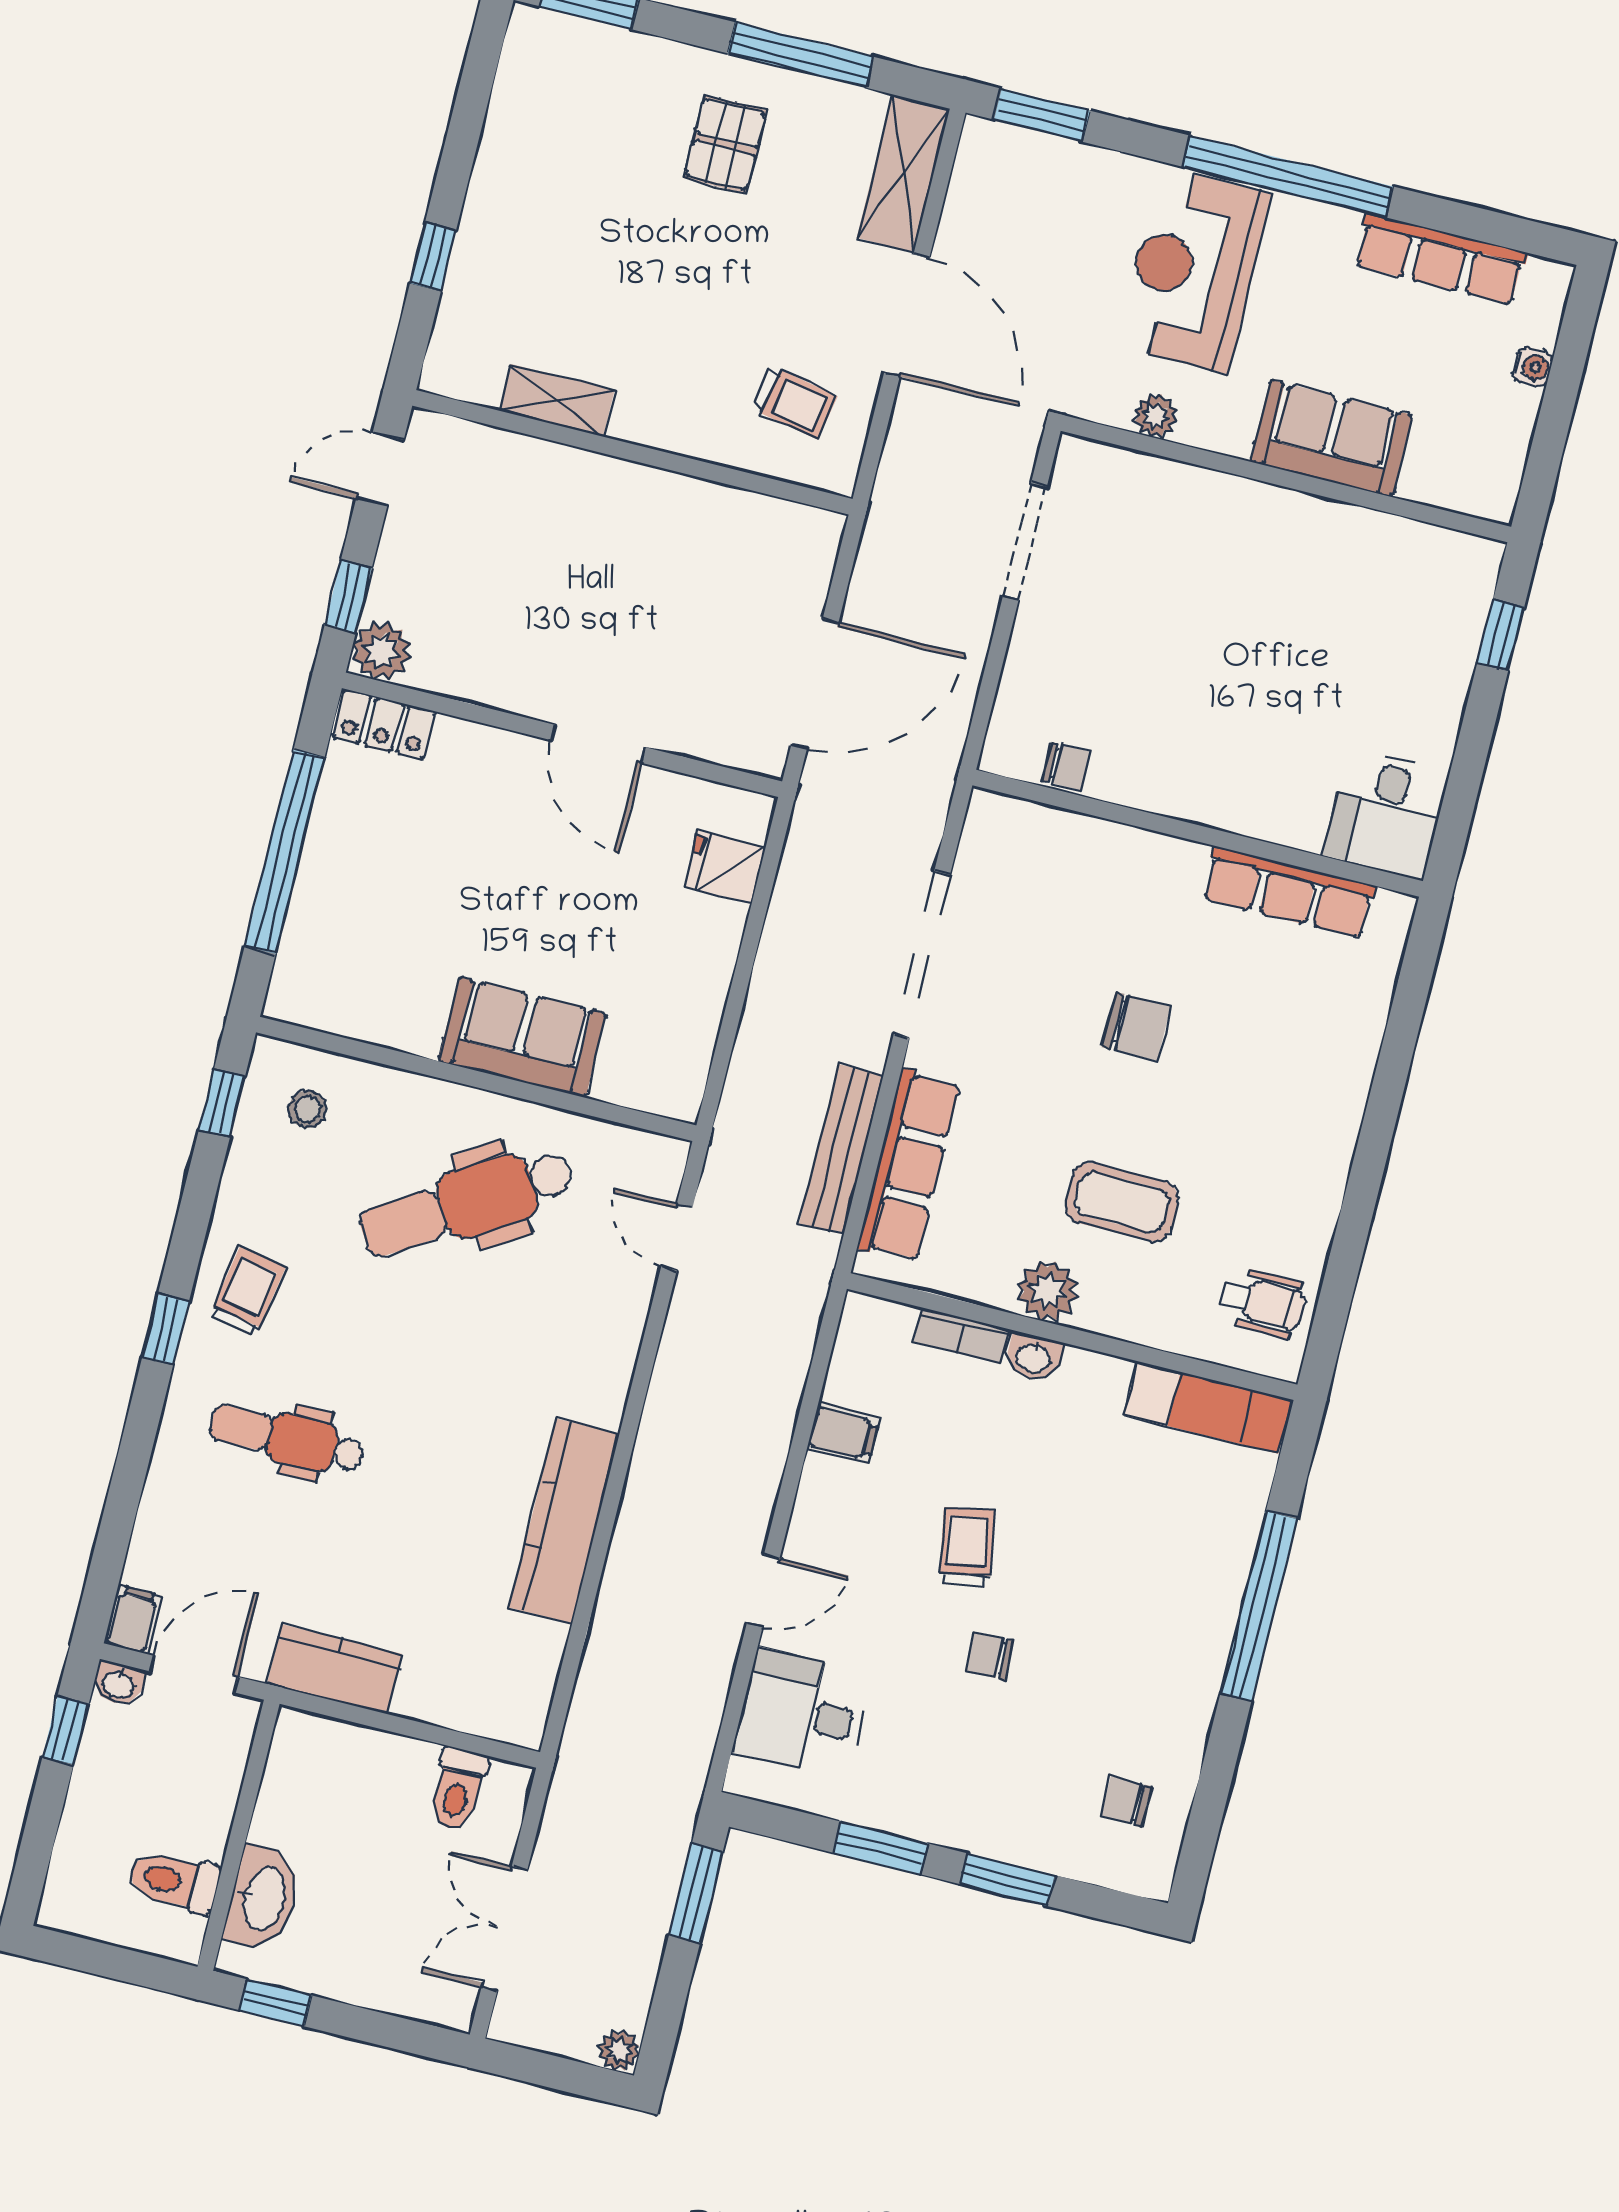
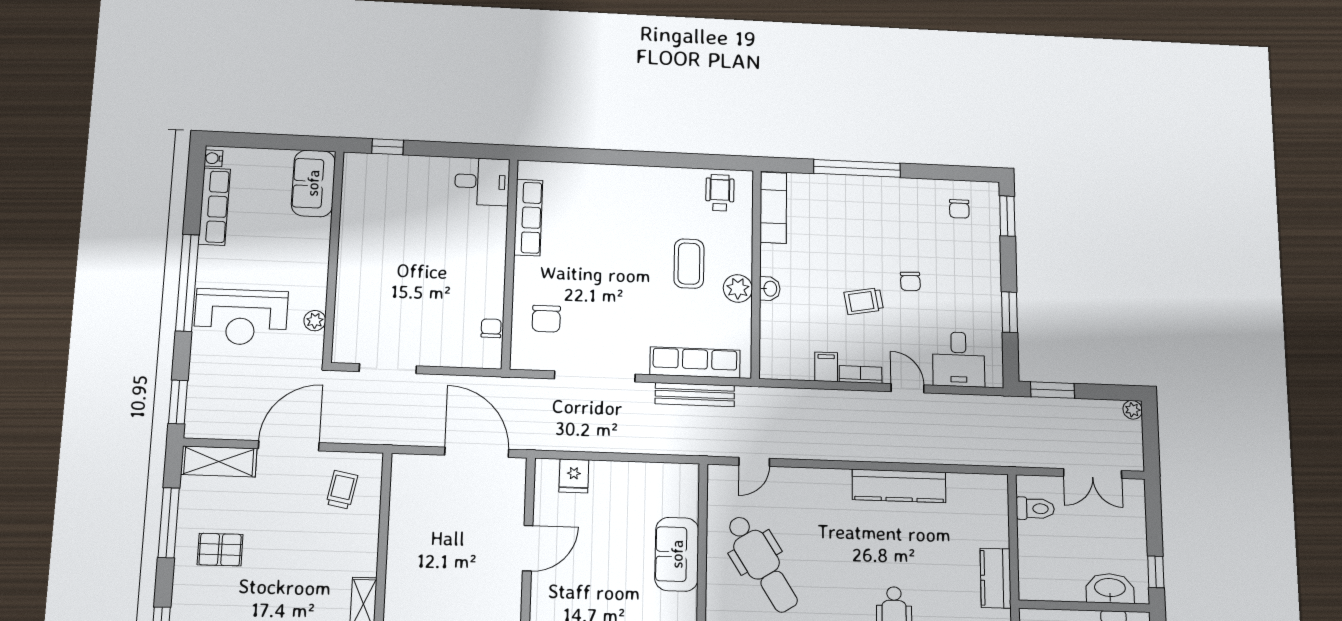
water cooler: (1533, 367) -> (213, 158), moved, turned -90
sofa: (1331, 438) -> (313, 183), moved
chair: (1136, 1026) -> (546, 319), moved, turned 180
bookcase: (961, 1336) -> (861, 375), moved, turned -90
window: (1007, 1880) -> (1007, 216), moved

